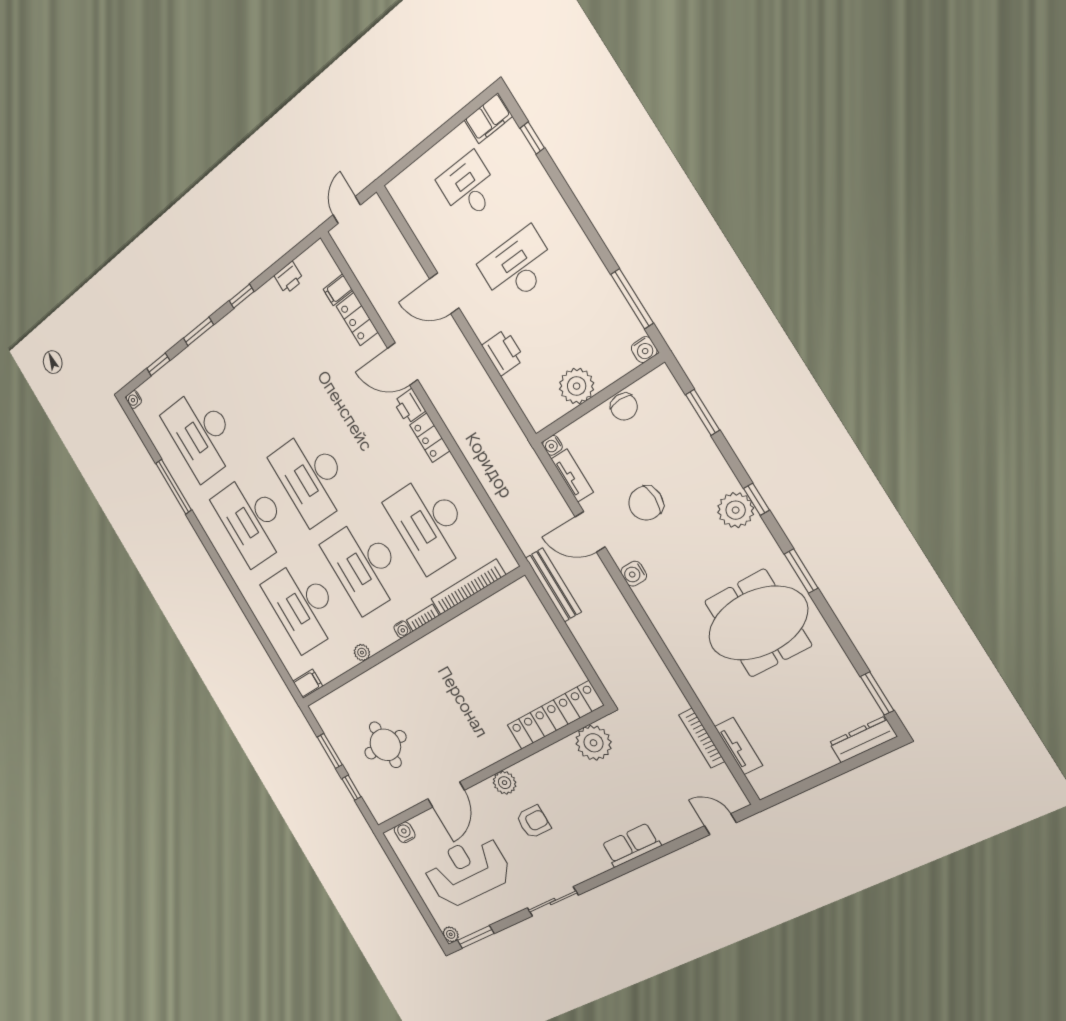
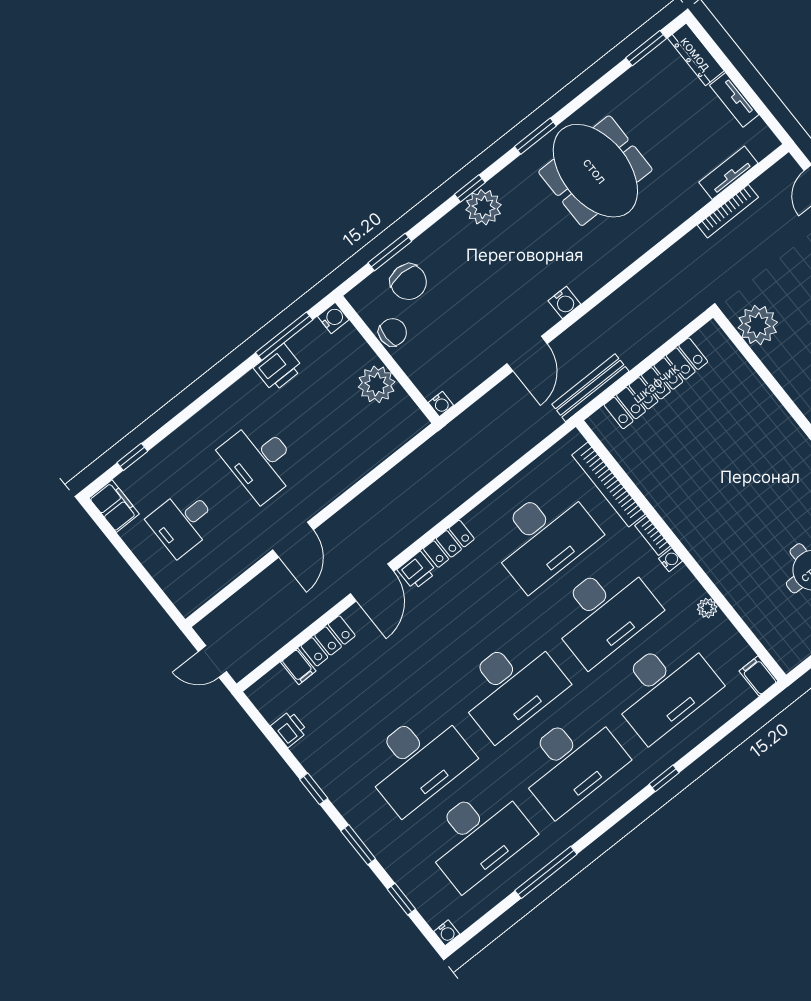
printer: (503, 352) -> (278, 368), moved, turned 180
desk: (259, 389) -> (417, 760), added
tv unit: (572, 476) -> (734, 100), moved, turned -90
chair: (646, 503) -> (408, 282), moved
window: (237, 593) -> (664, 778), added
locker: (555, 715) -> (656, 383), moved, turned -90

